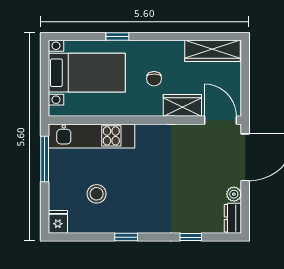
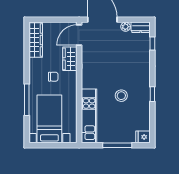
window: (117, 37) -> (27, 100), width x2.17
window: (45, 159) -> (117, 145), moved
stool: (97, 194) -> (121, 96), moved
window: (191, 237) -> (152, 43), moved

